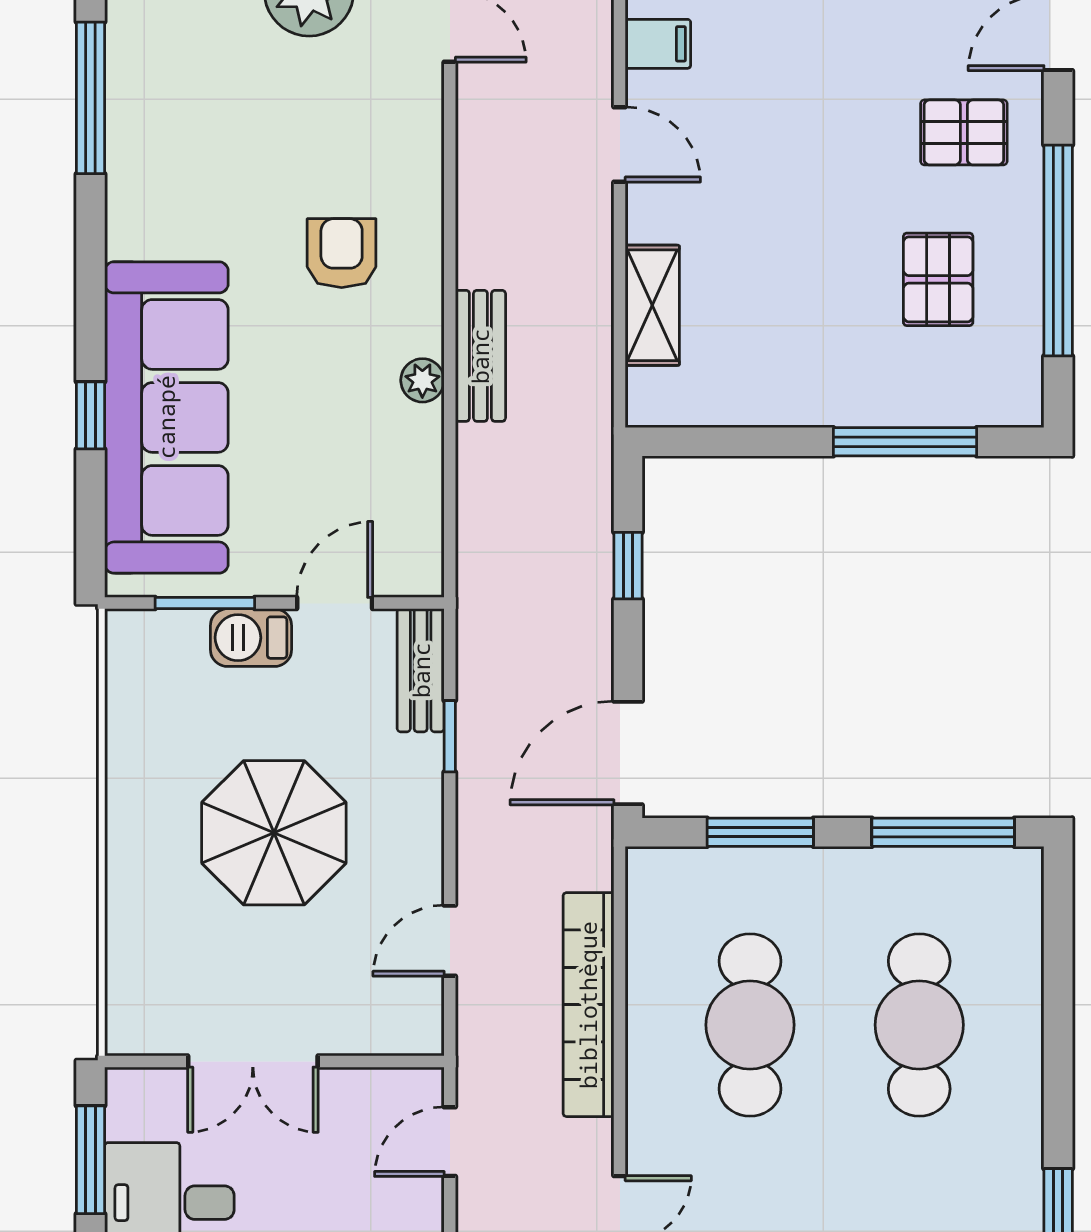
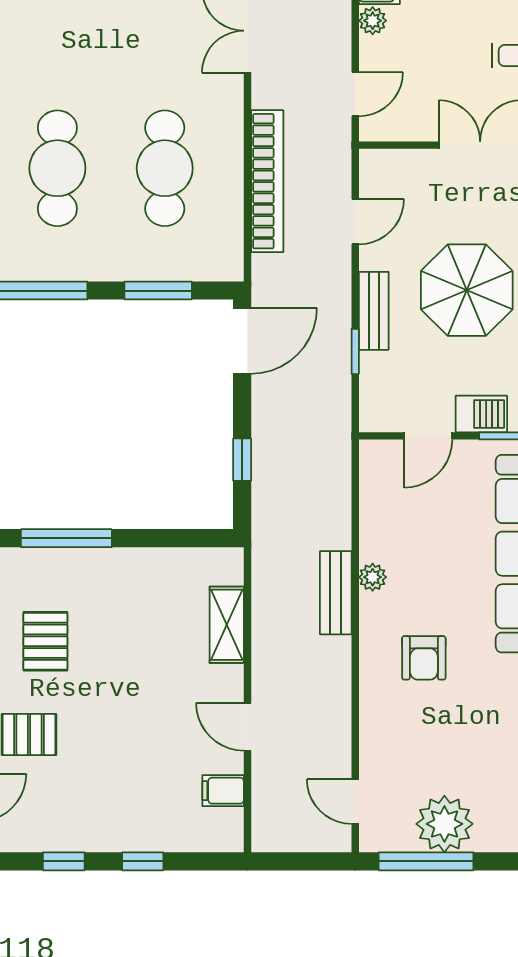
bench: (421, 670) -> (374, 311), moved

